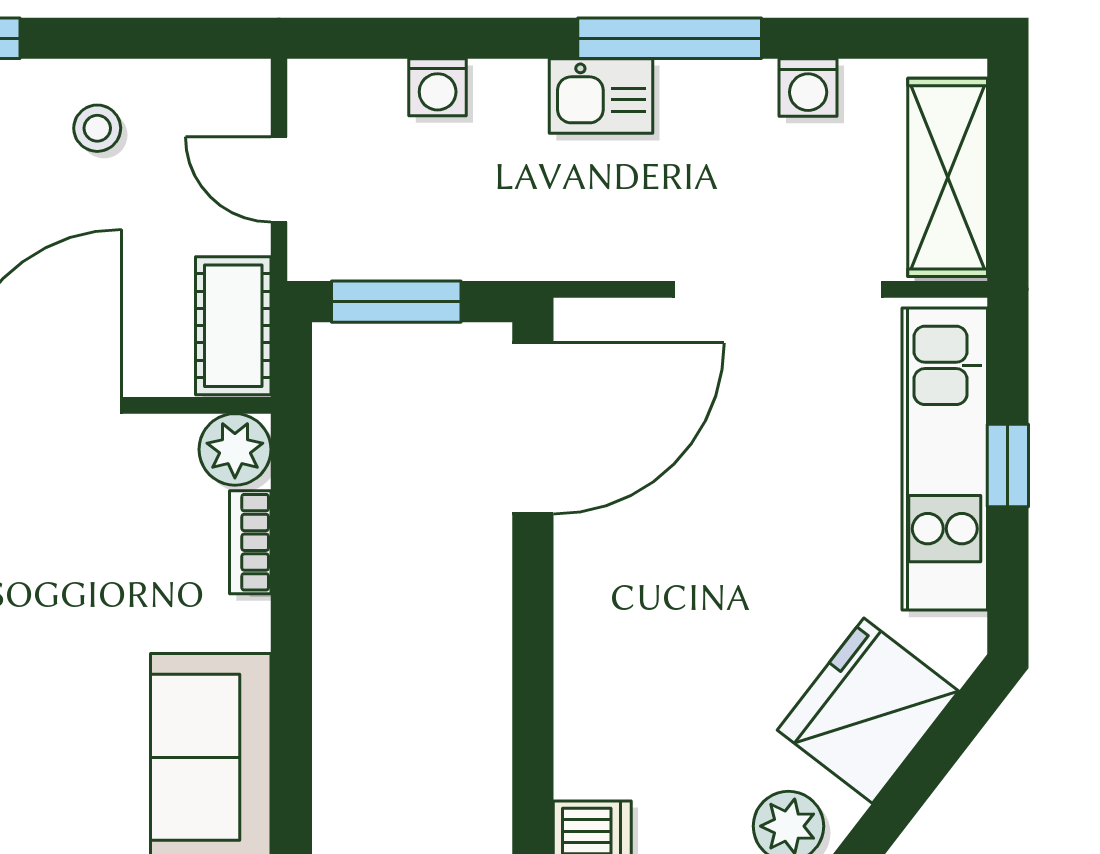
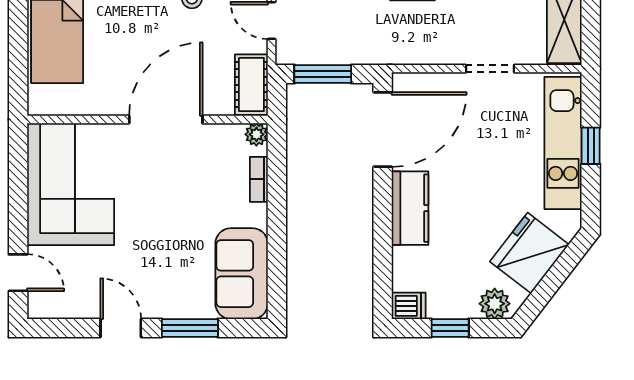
doorway: (778, 289) -> (490, 69), width x0.53
plant: (235, 449) -> (256, 134), width x0.73, depth x0.73
kitchen counter: (595, 608) -> (410, 208), added

